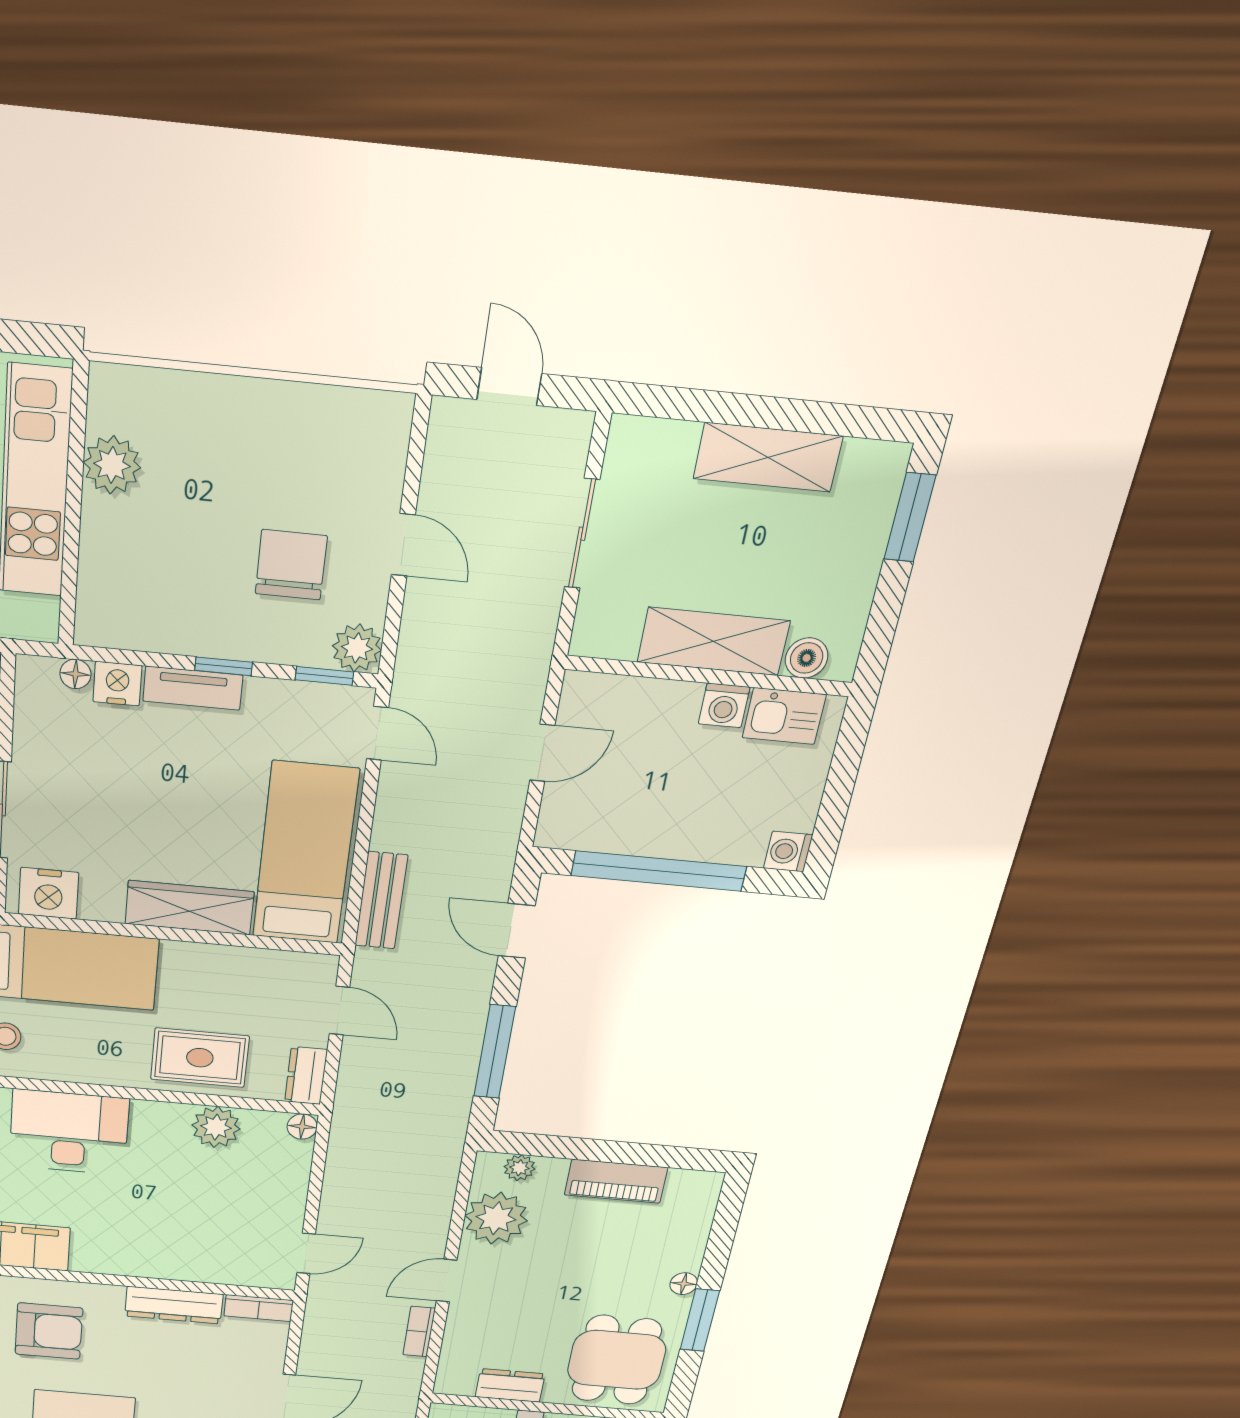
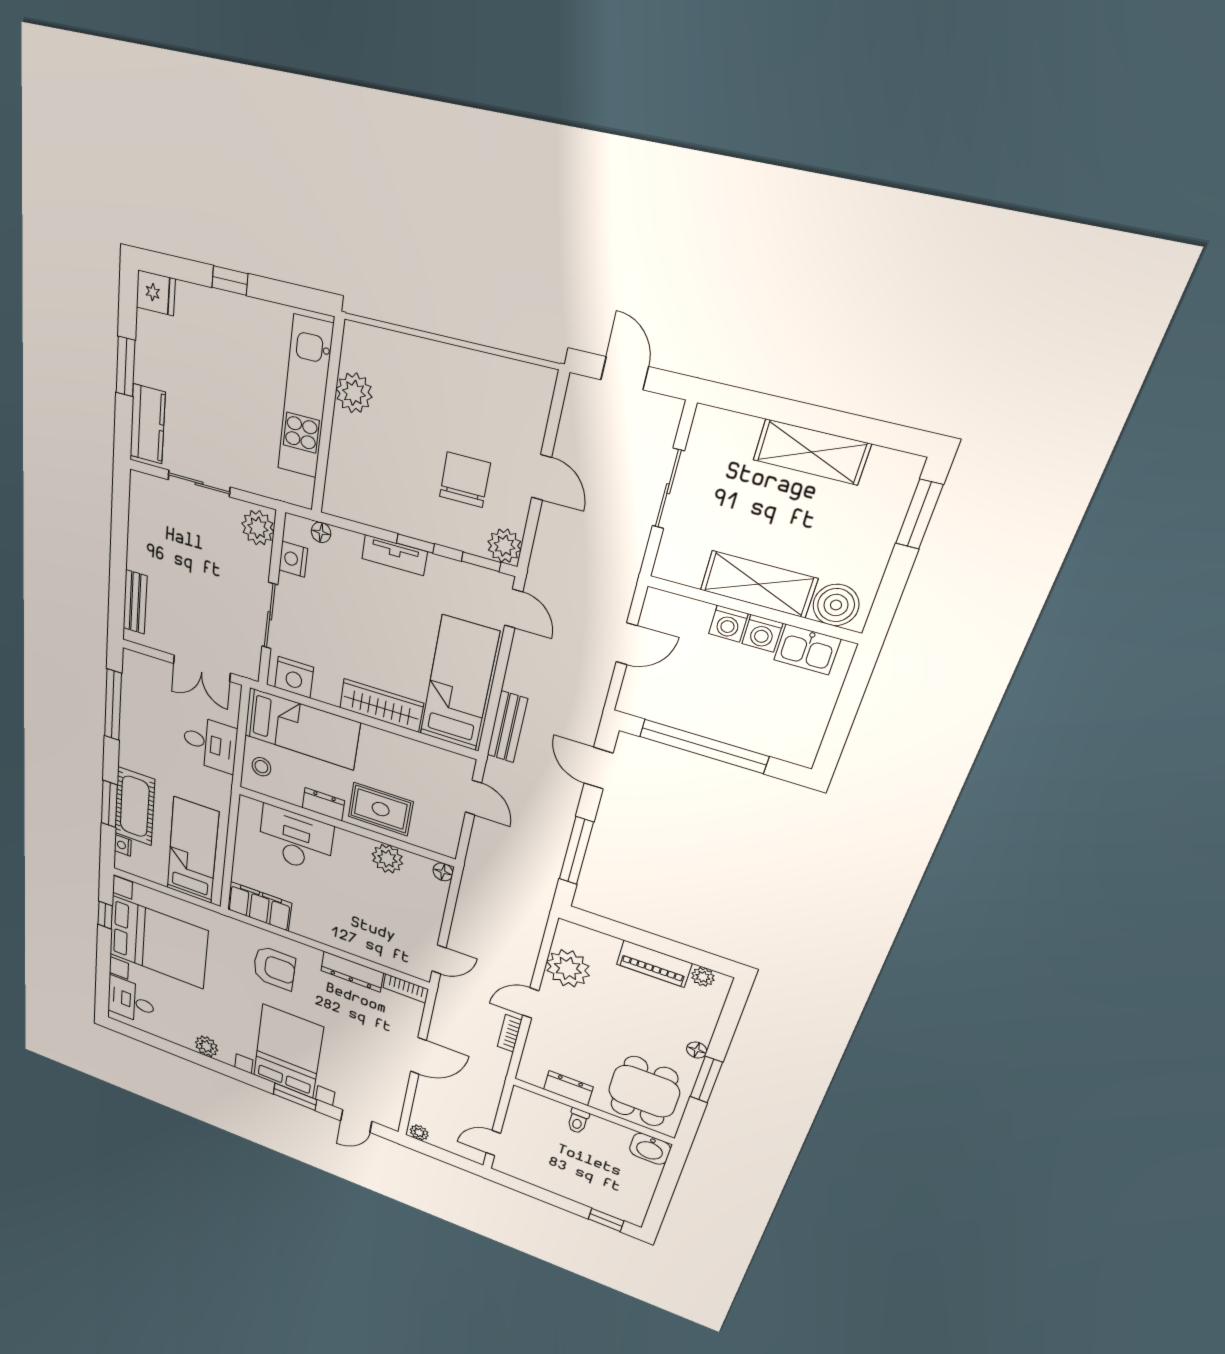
boiler: (807, 658) -> (836, 605), width x1.36, depth x1.36
nightstand: (117, 684) -> (293, 559), moved, turned -90
washing machine: (788, 852) -> (728, 624), moved, turned -90
dresser: (306, 1076) -> (323, 804), moved, turned 90
plant: (519, 1168) -> (703, 977), moved

